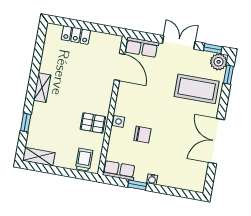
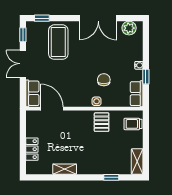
plant: (219, 62) -> (129, 28), moved
door: (119, 67) -> (52, 109), hinge flipped
shelving: (42, 88) -> (65, 169), moved

